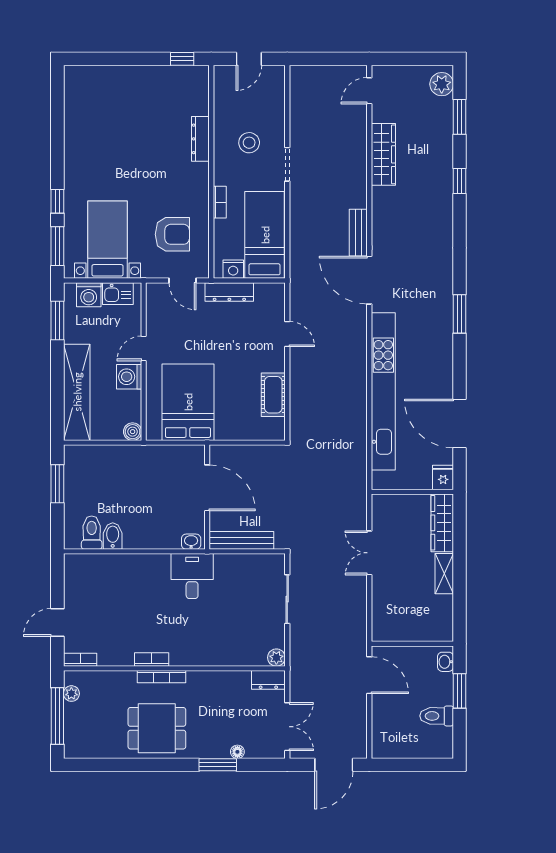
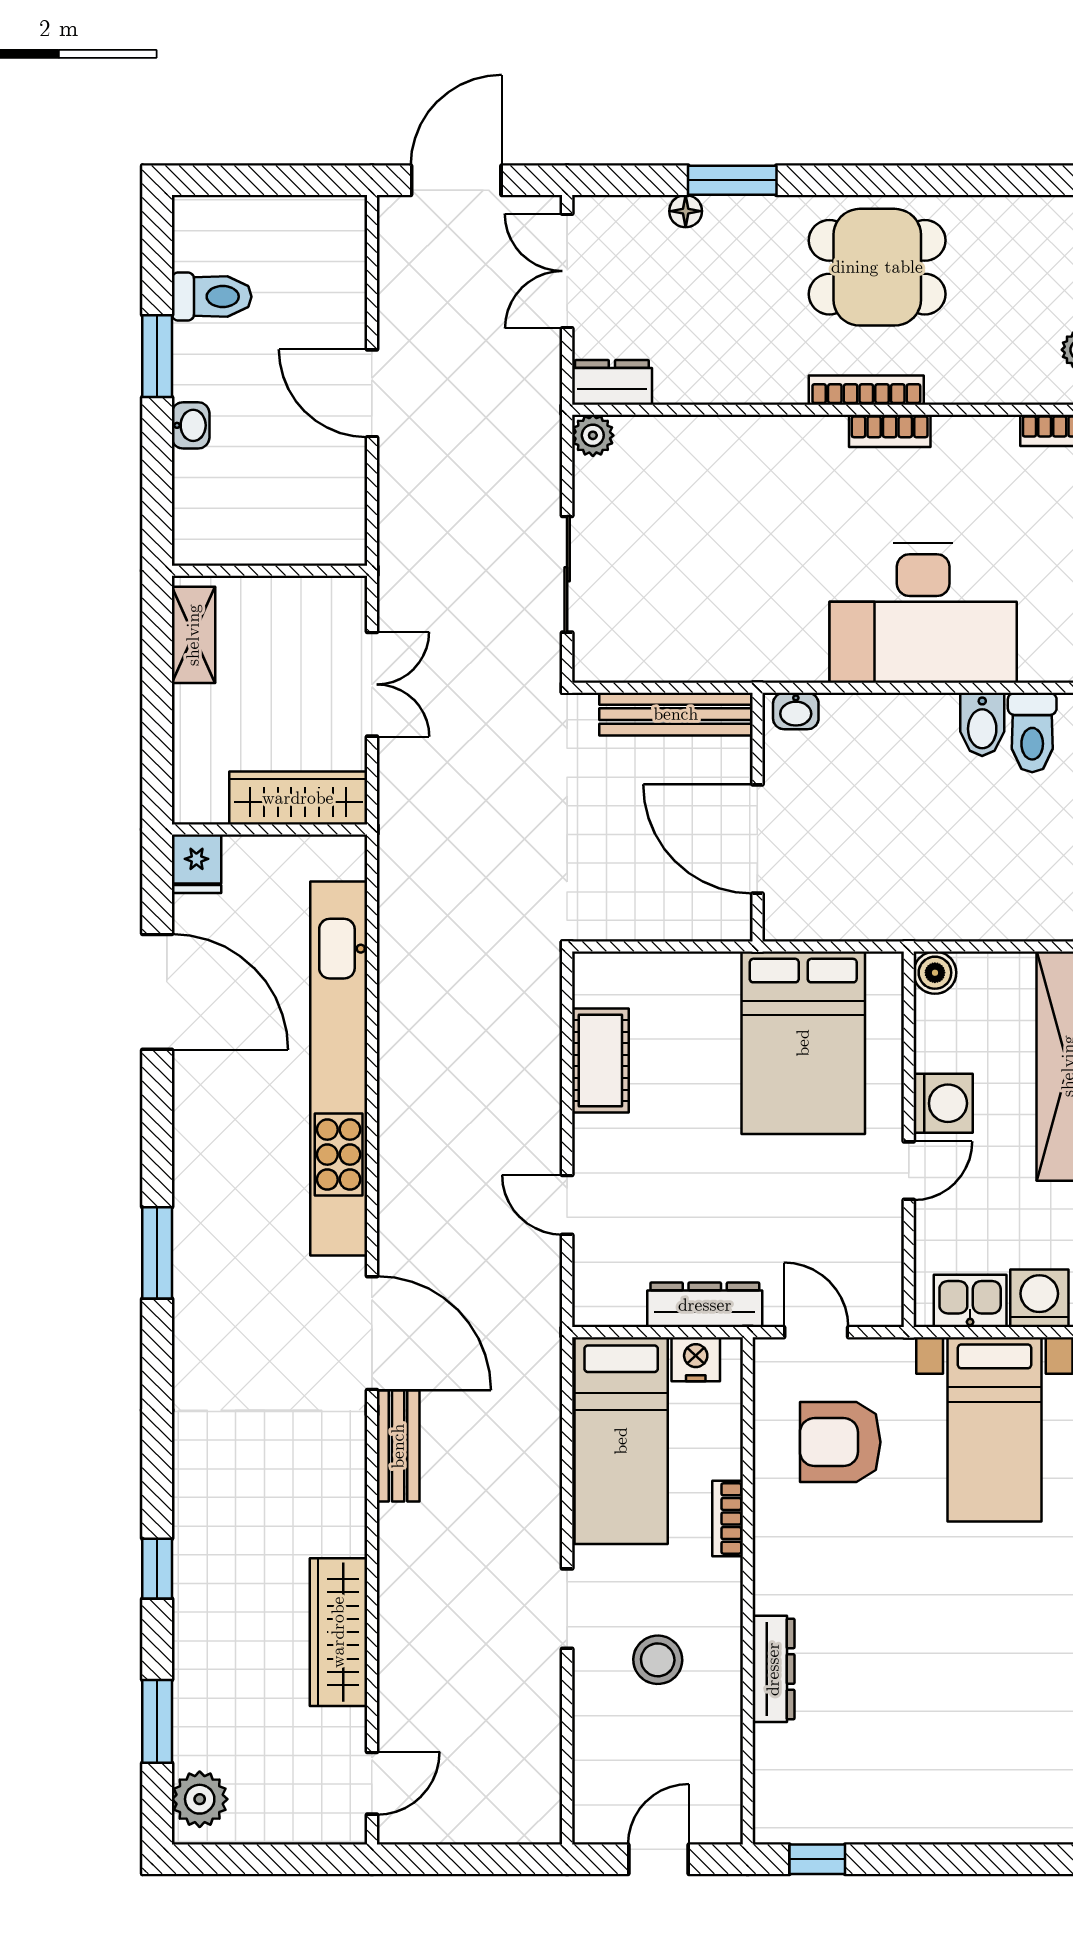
wardrobe: (442, 523) -> (298, 798), moved, turned -90
desk: (192, 576) -> (923, 613), moved, width x1.87, depth x1.30
wall: (412, 644) -> (269, 571), moved

